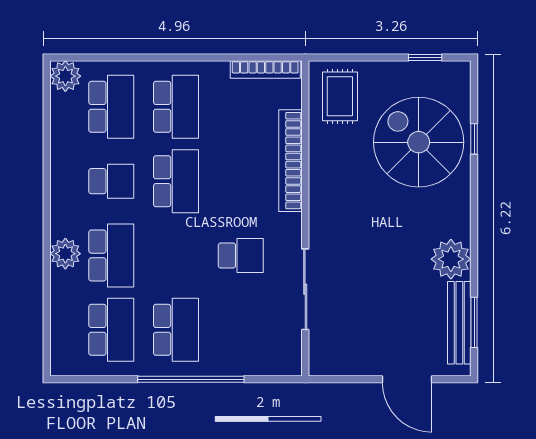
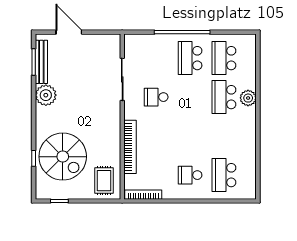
plant: (65, 76) -> (248, 191), removed
school desk: (176, 107) -> (190, 175), width x0.54
school desk: (111, 181) -> (224, 136), removed
school desk: (176, 181) -> (190, 136), removed

